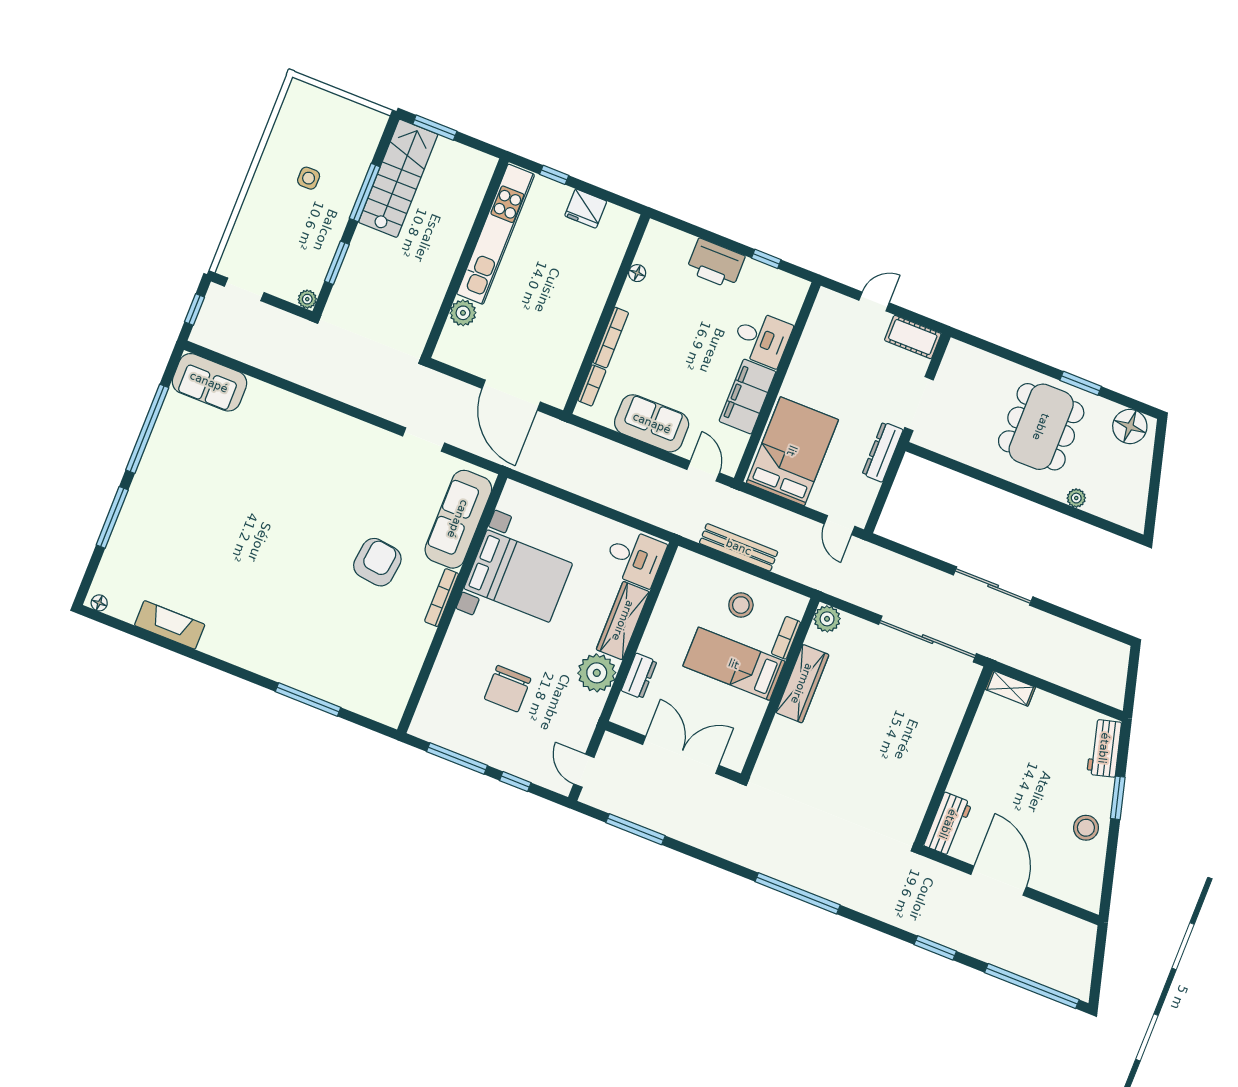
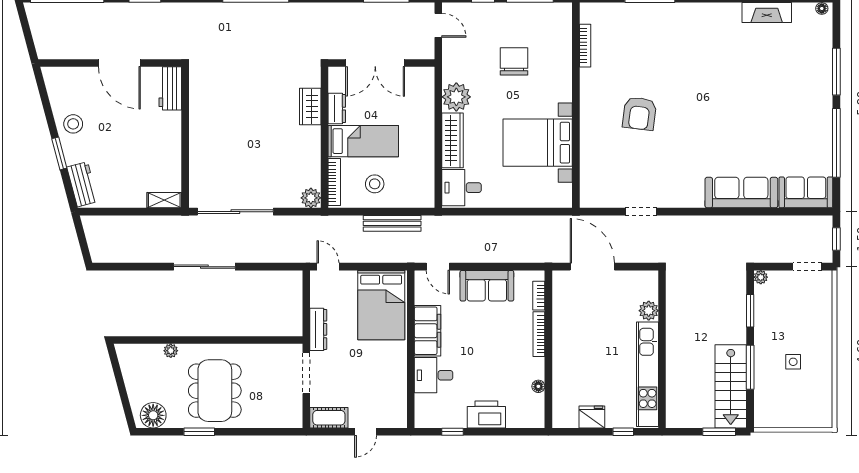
sofa: (458, 519) -> (741, 193), moved, turned -90
bookcase: (442, 598) -> (585, 46), moved
bookcase: (786, 638) -> (334, 182), width x1.56
dresser: (639, 676) -> (337, 109), moved, turned 180
wardrobe: (802, 684) -> (310, 106), moved, width x0.67

